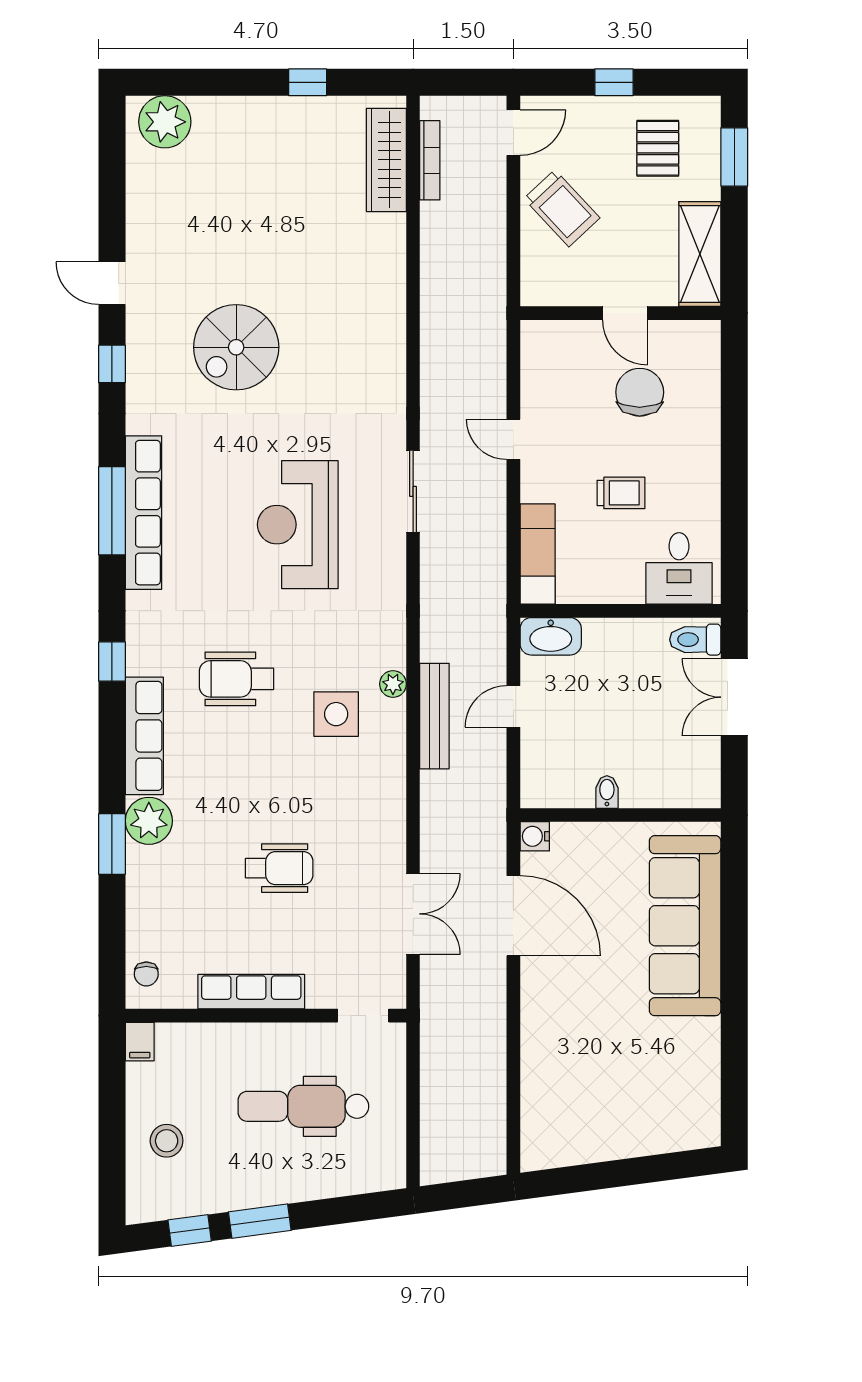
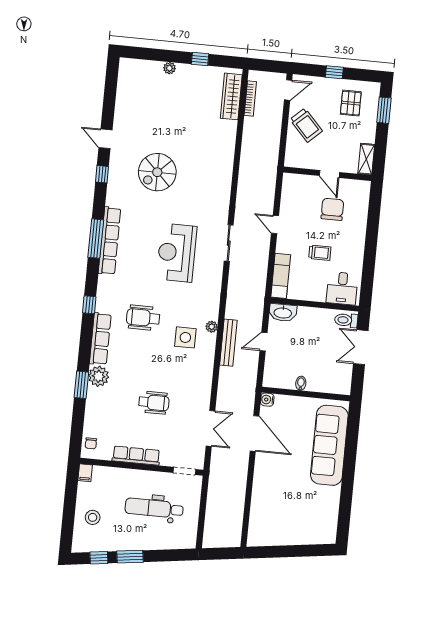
plant: (165, 122) -> (169, 68), moved, width x0.53, depth x0.53
shelving: (700, 254) -> (366, 159), width x0.67, depth x0.75

